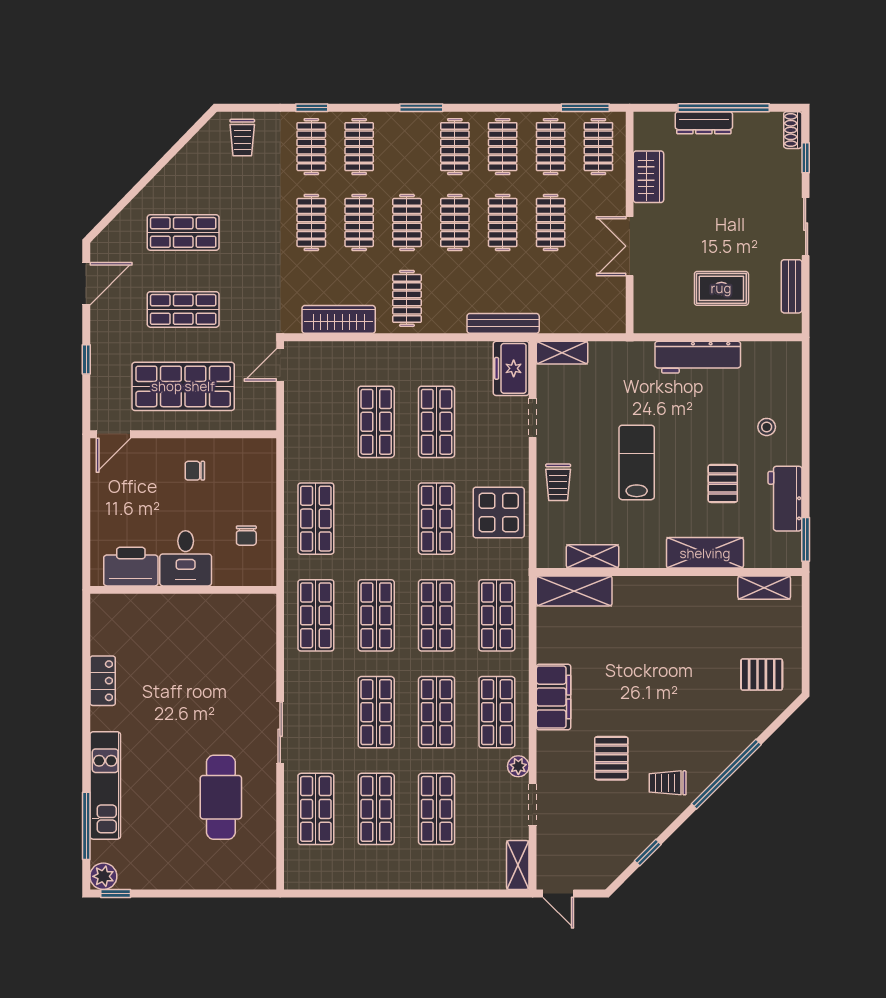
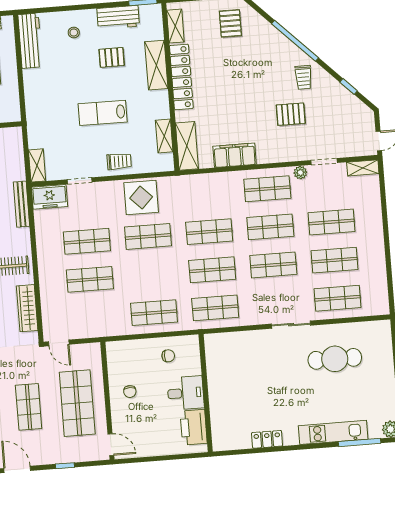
workbench: (698, 357) -> (30, 41), moved
locker: (683, 591) -> (181, 77), added
shop shelf: (497, 615) -> (206, 194), removed
filing cabinet: (554, 697) -> (235, 155), moved

